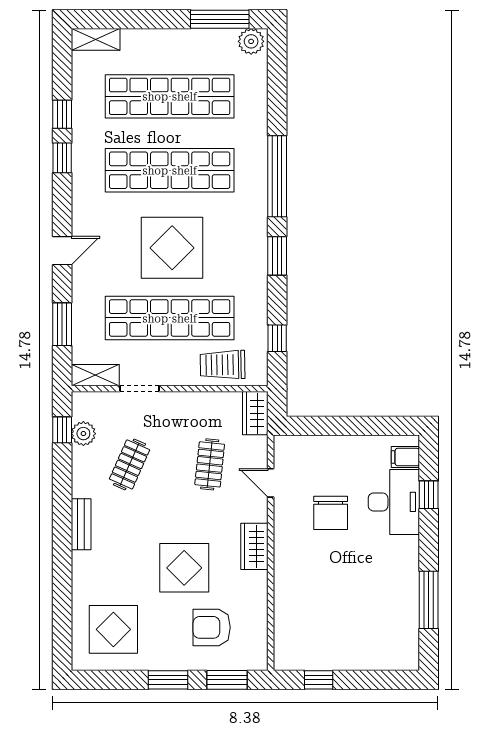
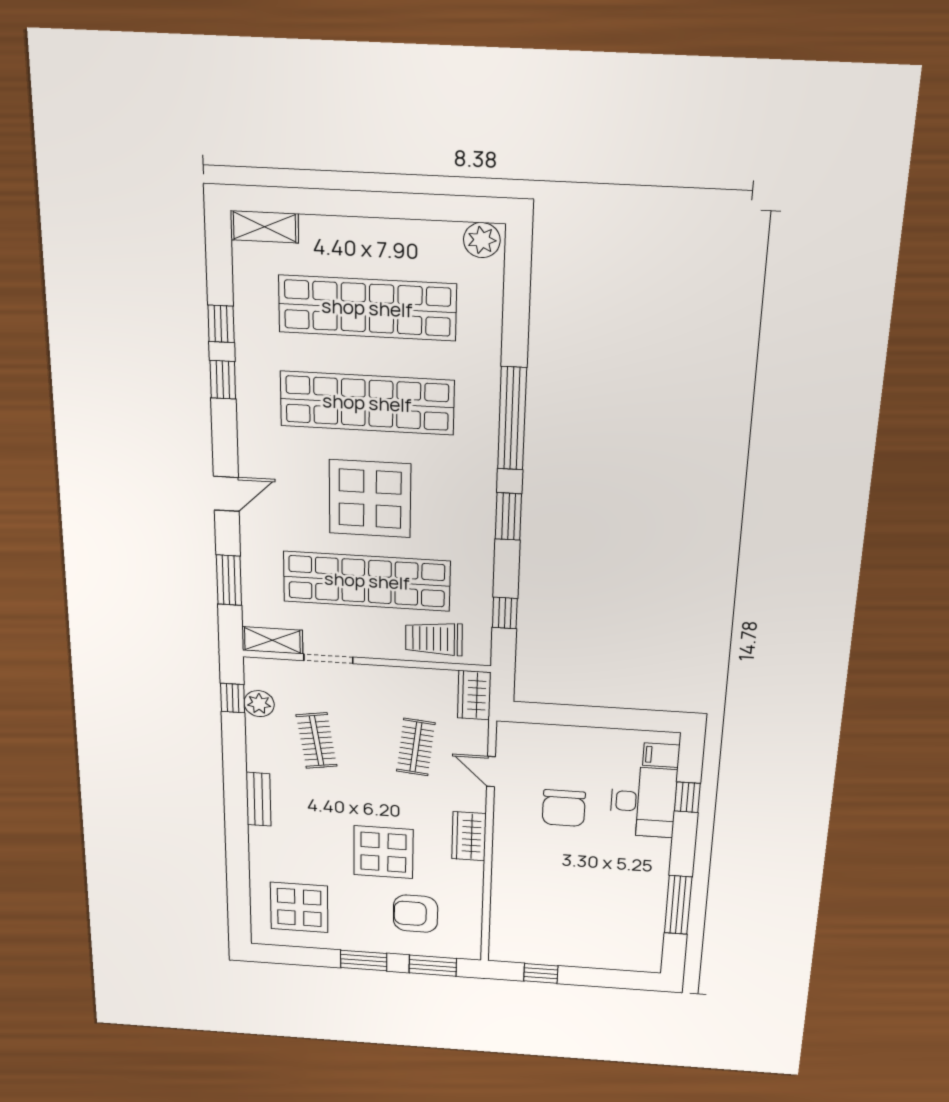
window: (220, 19) -> (438, 208), removed
clothes rail: (130, 464) -> (317, 741), turned -33

